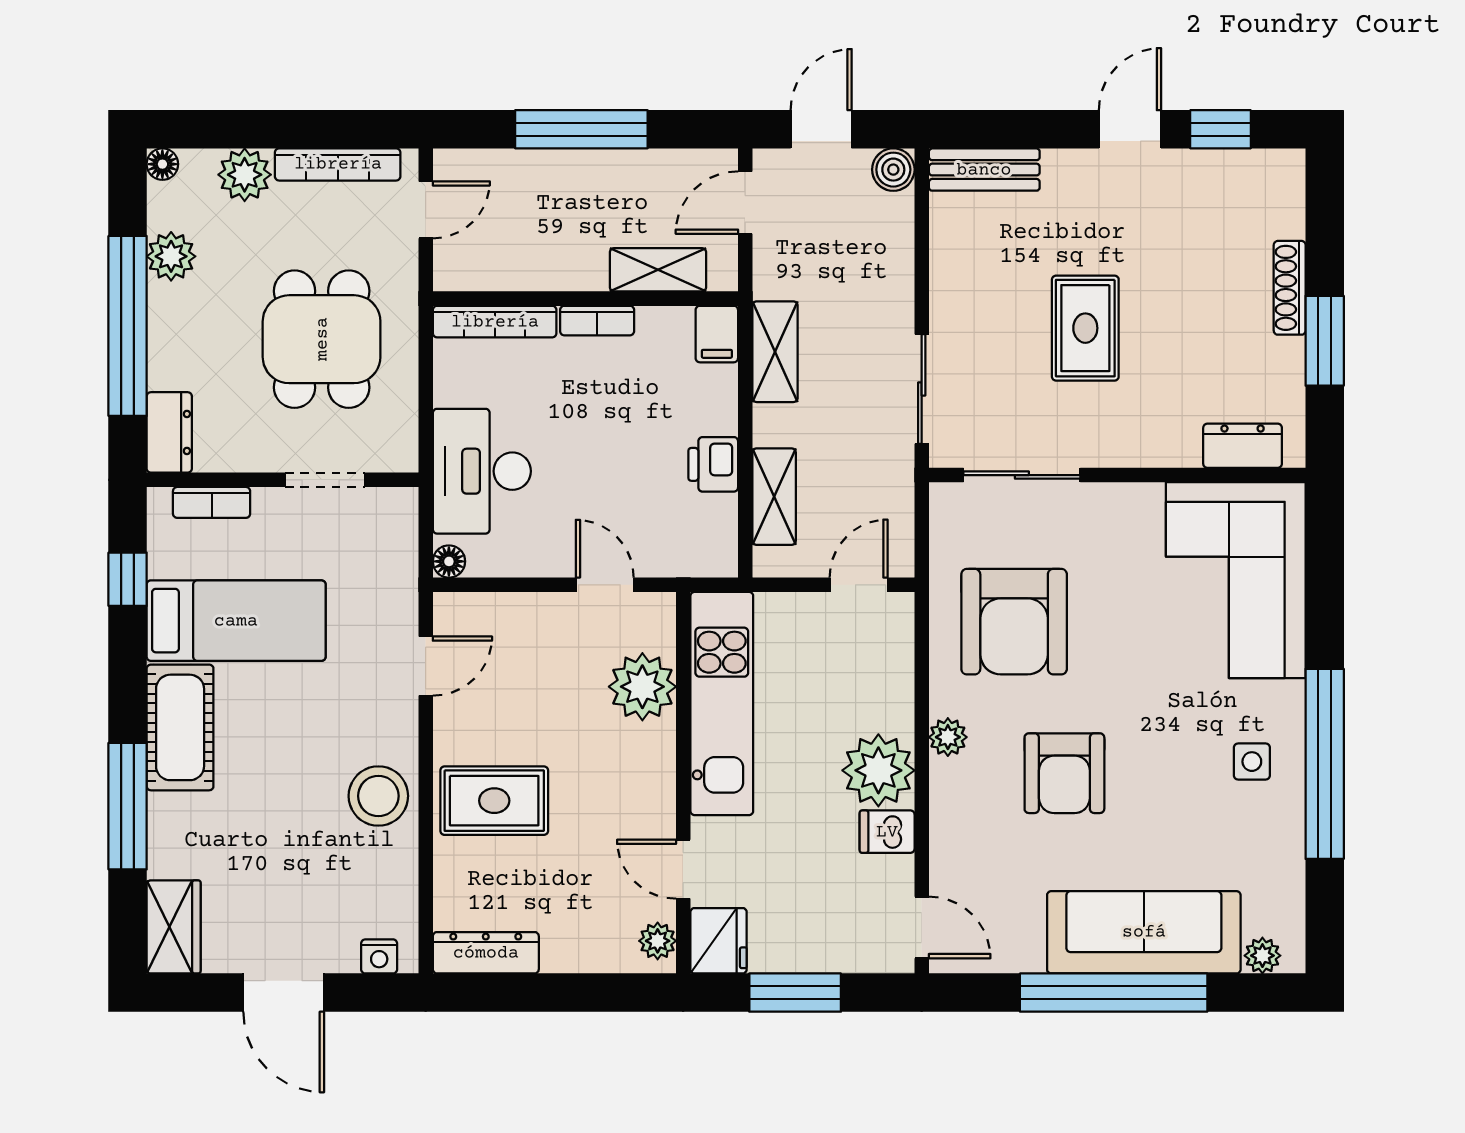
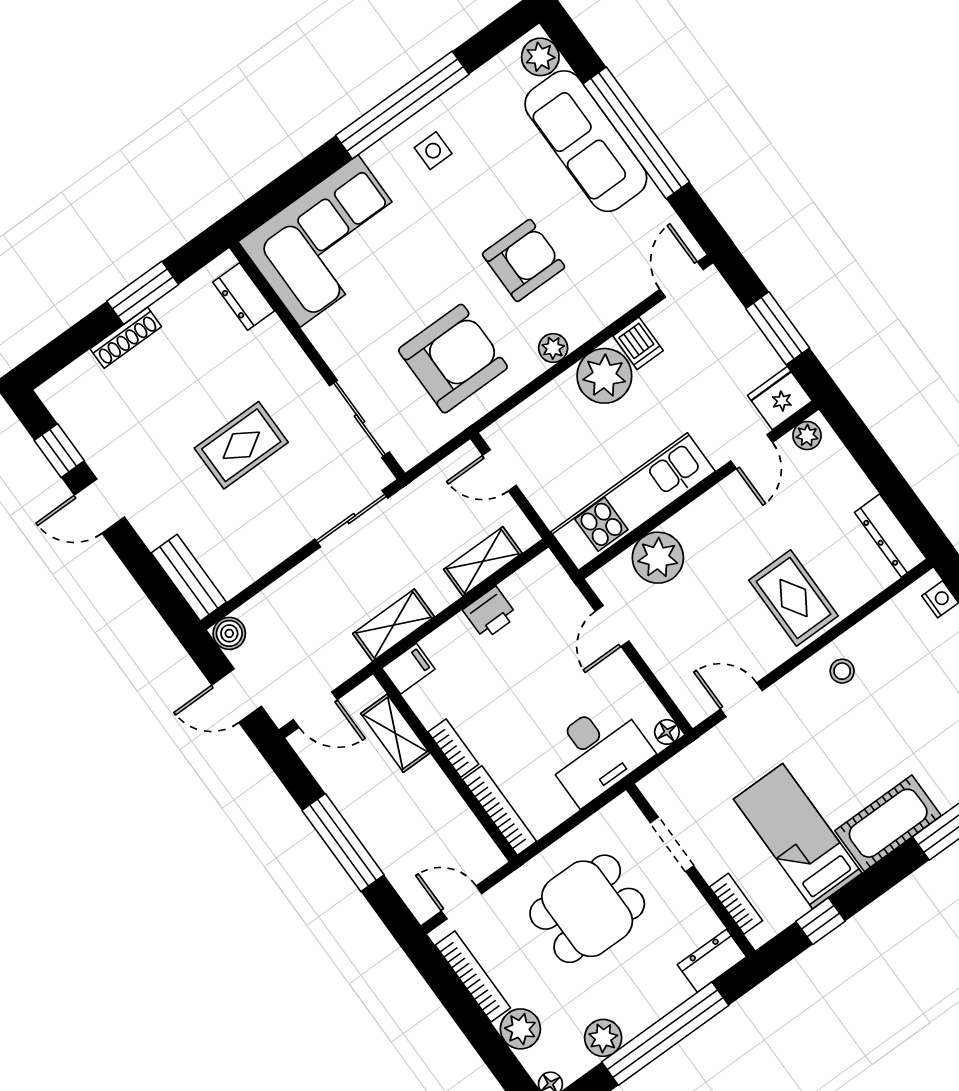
stool: (378, 796) -> (842, 671), width x0.53, depth x0.53
plant: (1262, 956) -> (540, 57), width x1.38, depth x1.38

